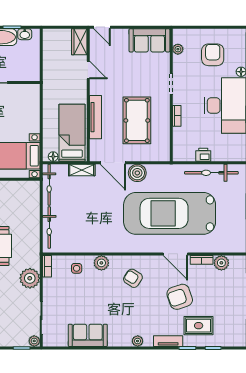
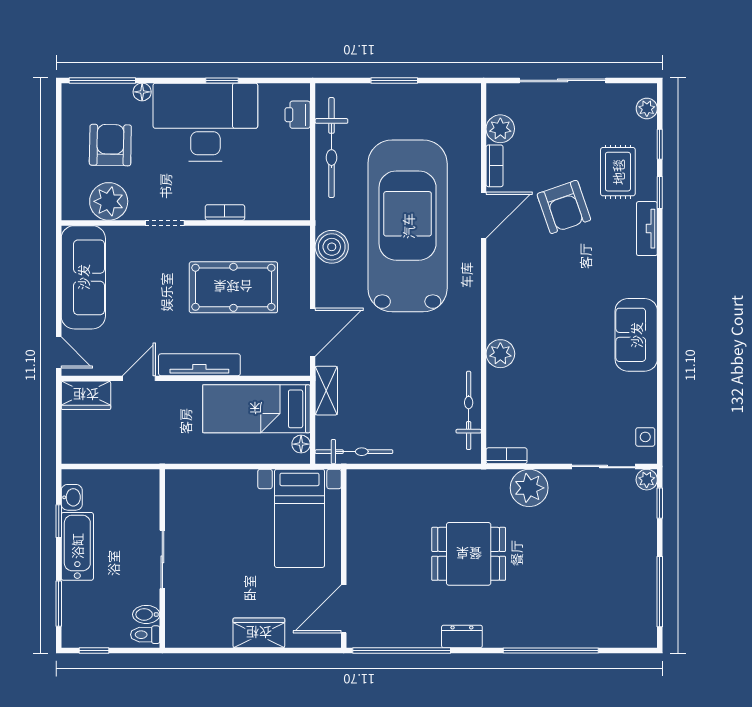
door: (102, 27) -> (59, 352), hinge flipped
sofa: (149, 40) -> (83, 277), width x1.36
plant: (178, 49) -> (109, 201), width x1.88, depth x1.88
armchair: (213, 55) -> (110, 145), turned 91
tv unit: (95, 117) -> (199, 365), moved
printer: (203, 155) -> (298, 115), moved
boiler: (137, 173) -> (332, 247), moved
car: (170, 213) -> (408, 226), turned 180
bicycle: (49, 227) -> (469, 410), moved, turned -90
side table: (77, 268) -> (645, 437), moved
armchair: (133, 278) -> (529, 295), removed
sofa: (88, 335) -> (636, 335), moved
plant: (138, 341) -> (647, 109), moved

